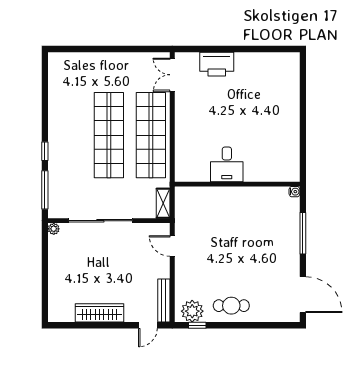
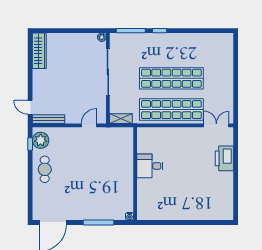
wardrobe: (99, 313) -> (39, 51), moved

